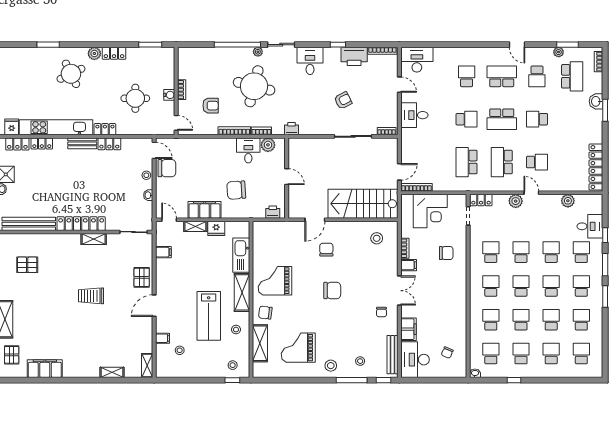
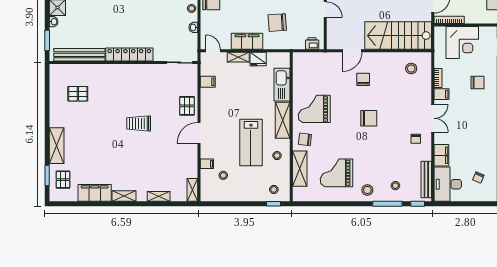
shelving: (94, 239) -> (124, 196), moved

